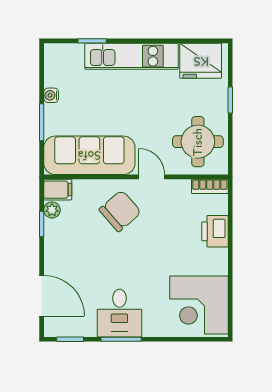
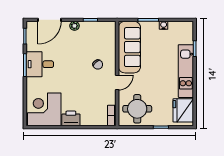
filing cabinet: (58, 190) -> (110, 29), removed
plant: (52, 210) -> (75, 26), moved
chair: (120, 211) -> (98, 65), width x0.54, depth x0.54
printer: (215, 231) -> (71, 118), moved

